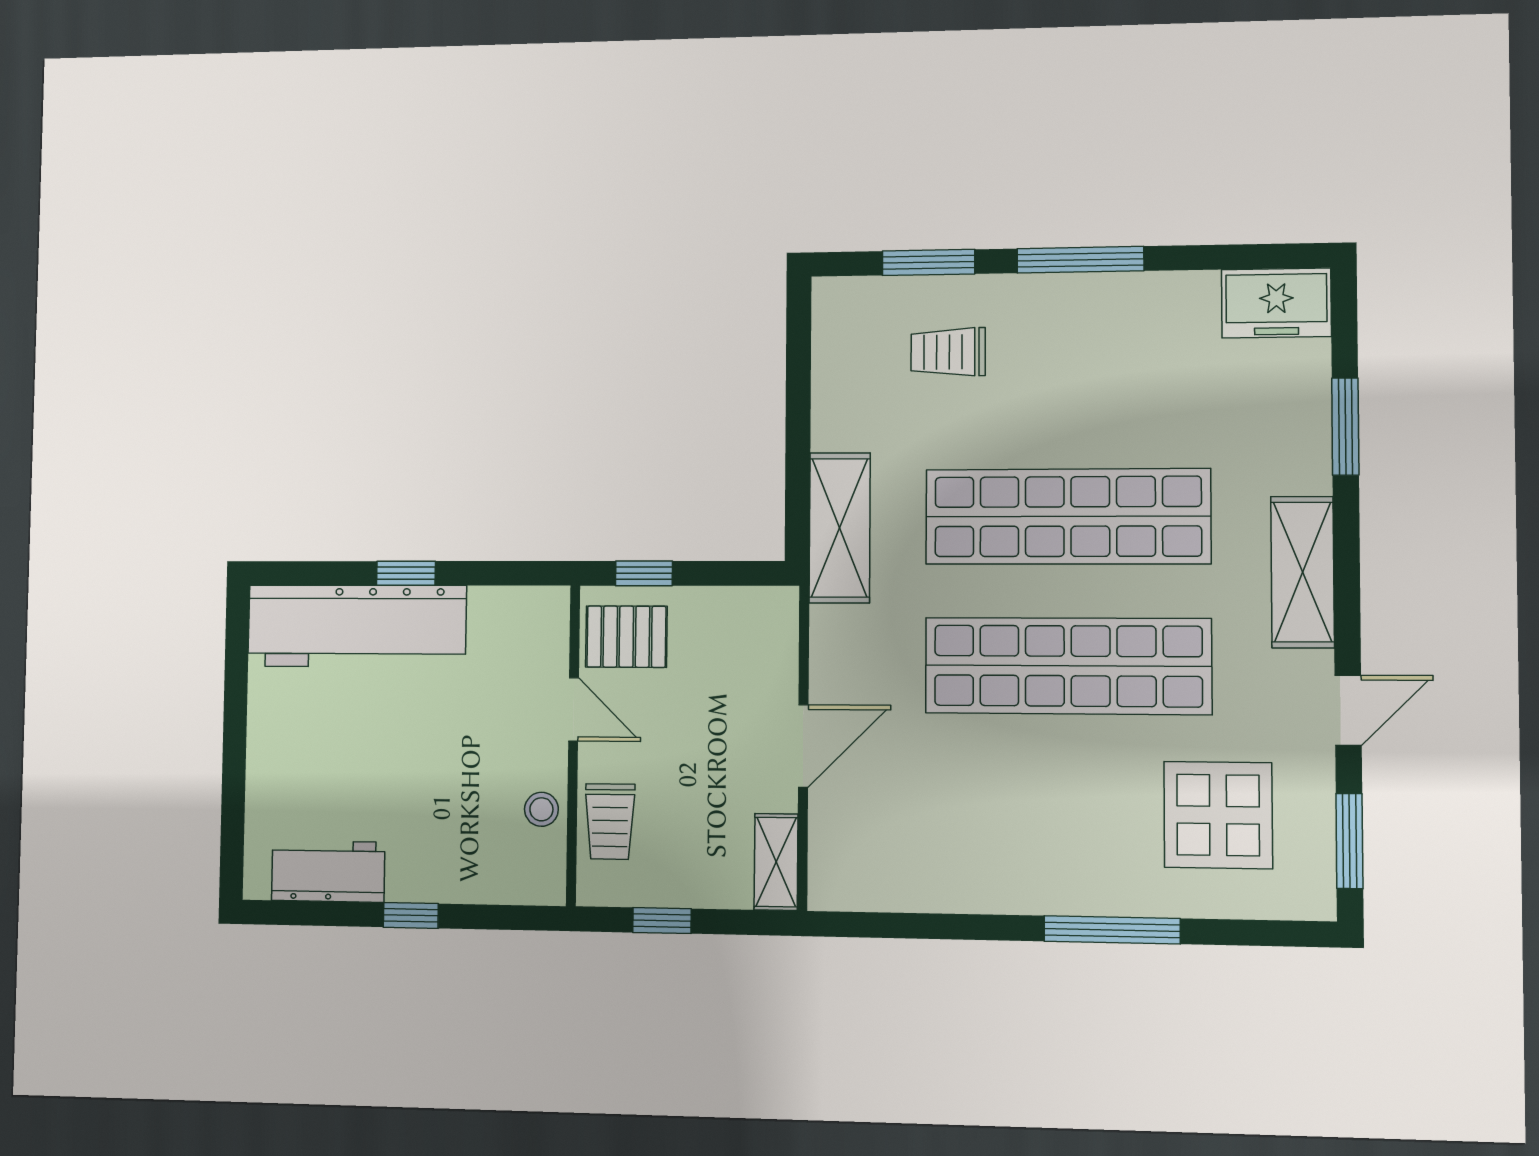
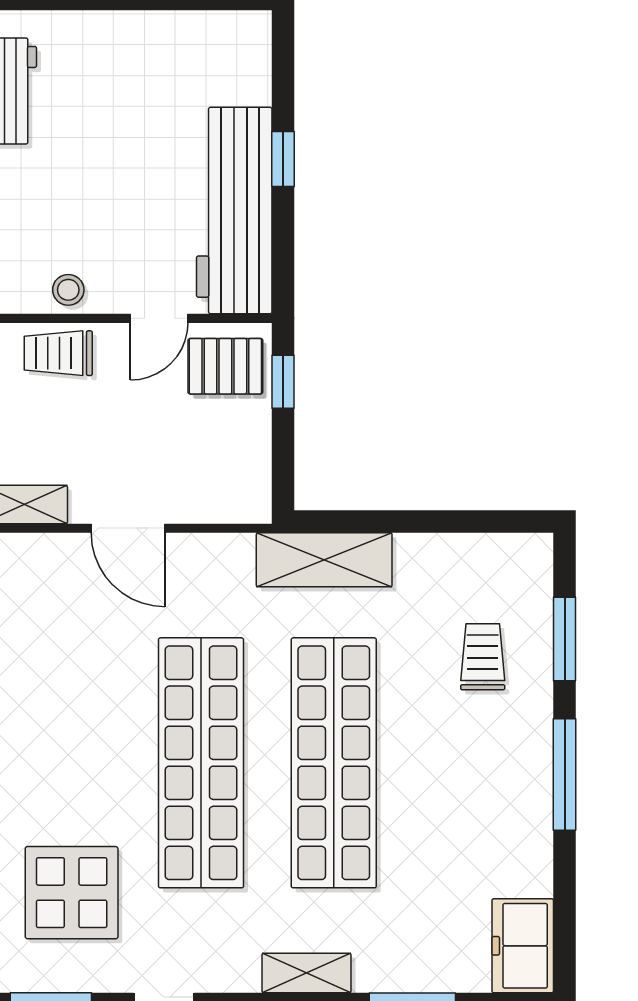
shelving: (1302, 572) -> (307, 973), width x0.67, depth x0.75
workbench: (357, 626) -> (234, 211), moved
pallet: (626, 637) -> (225, 366), turned 90

